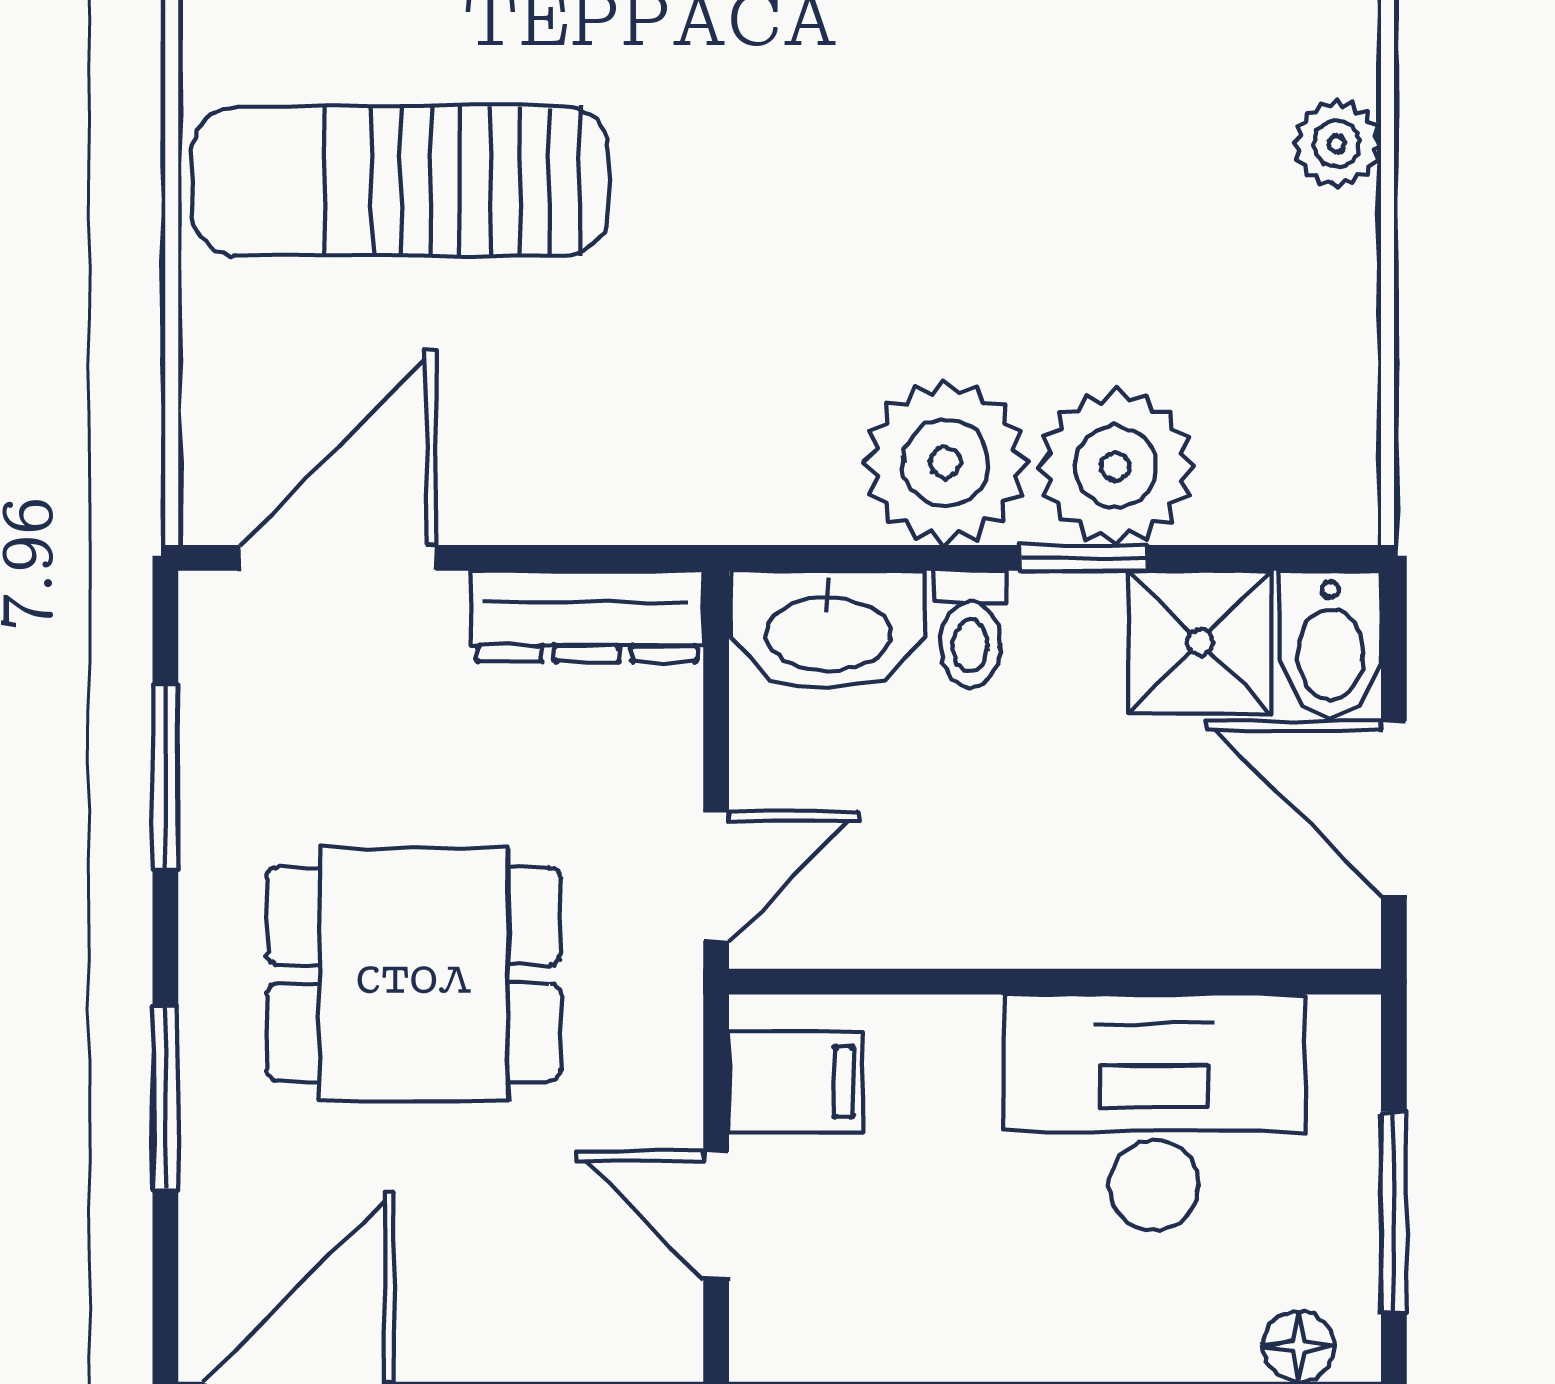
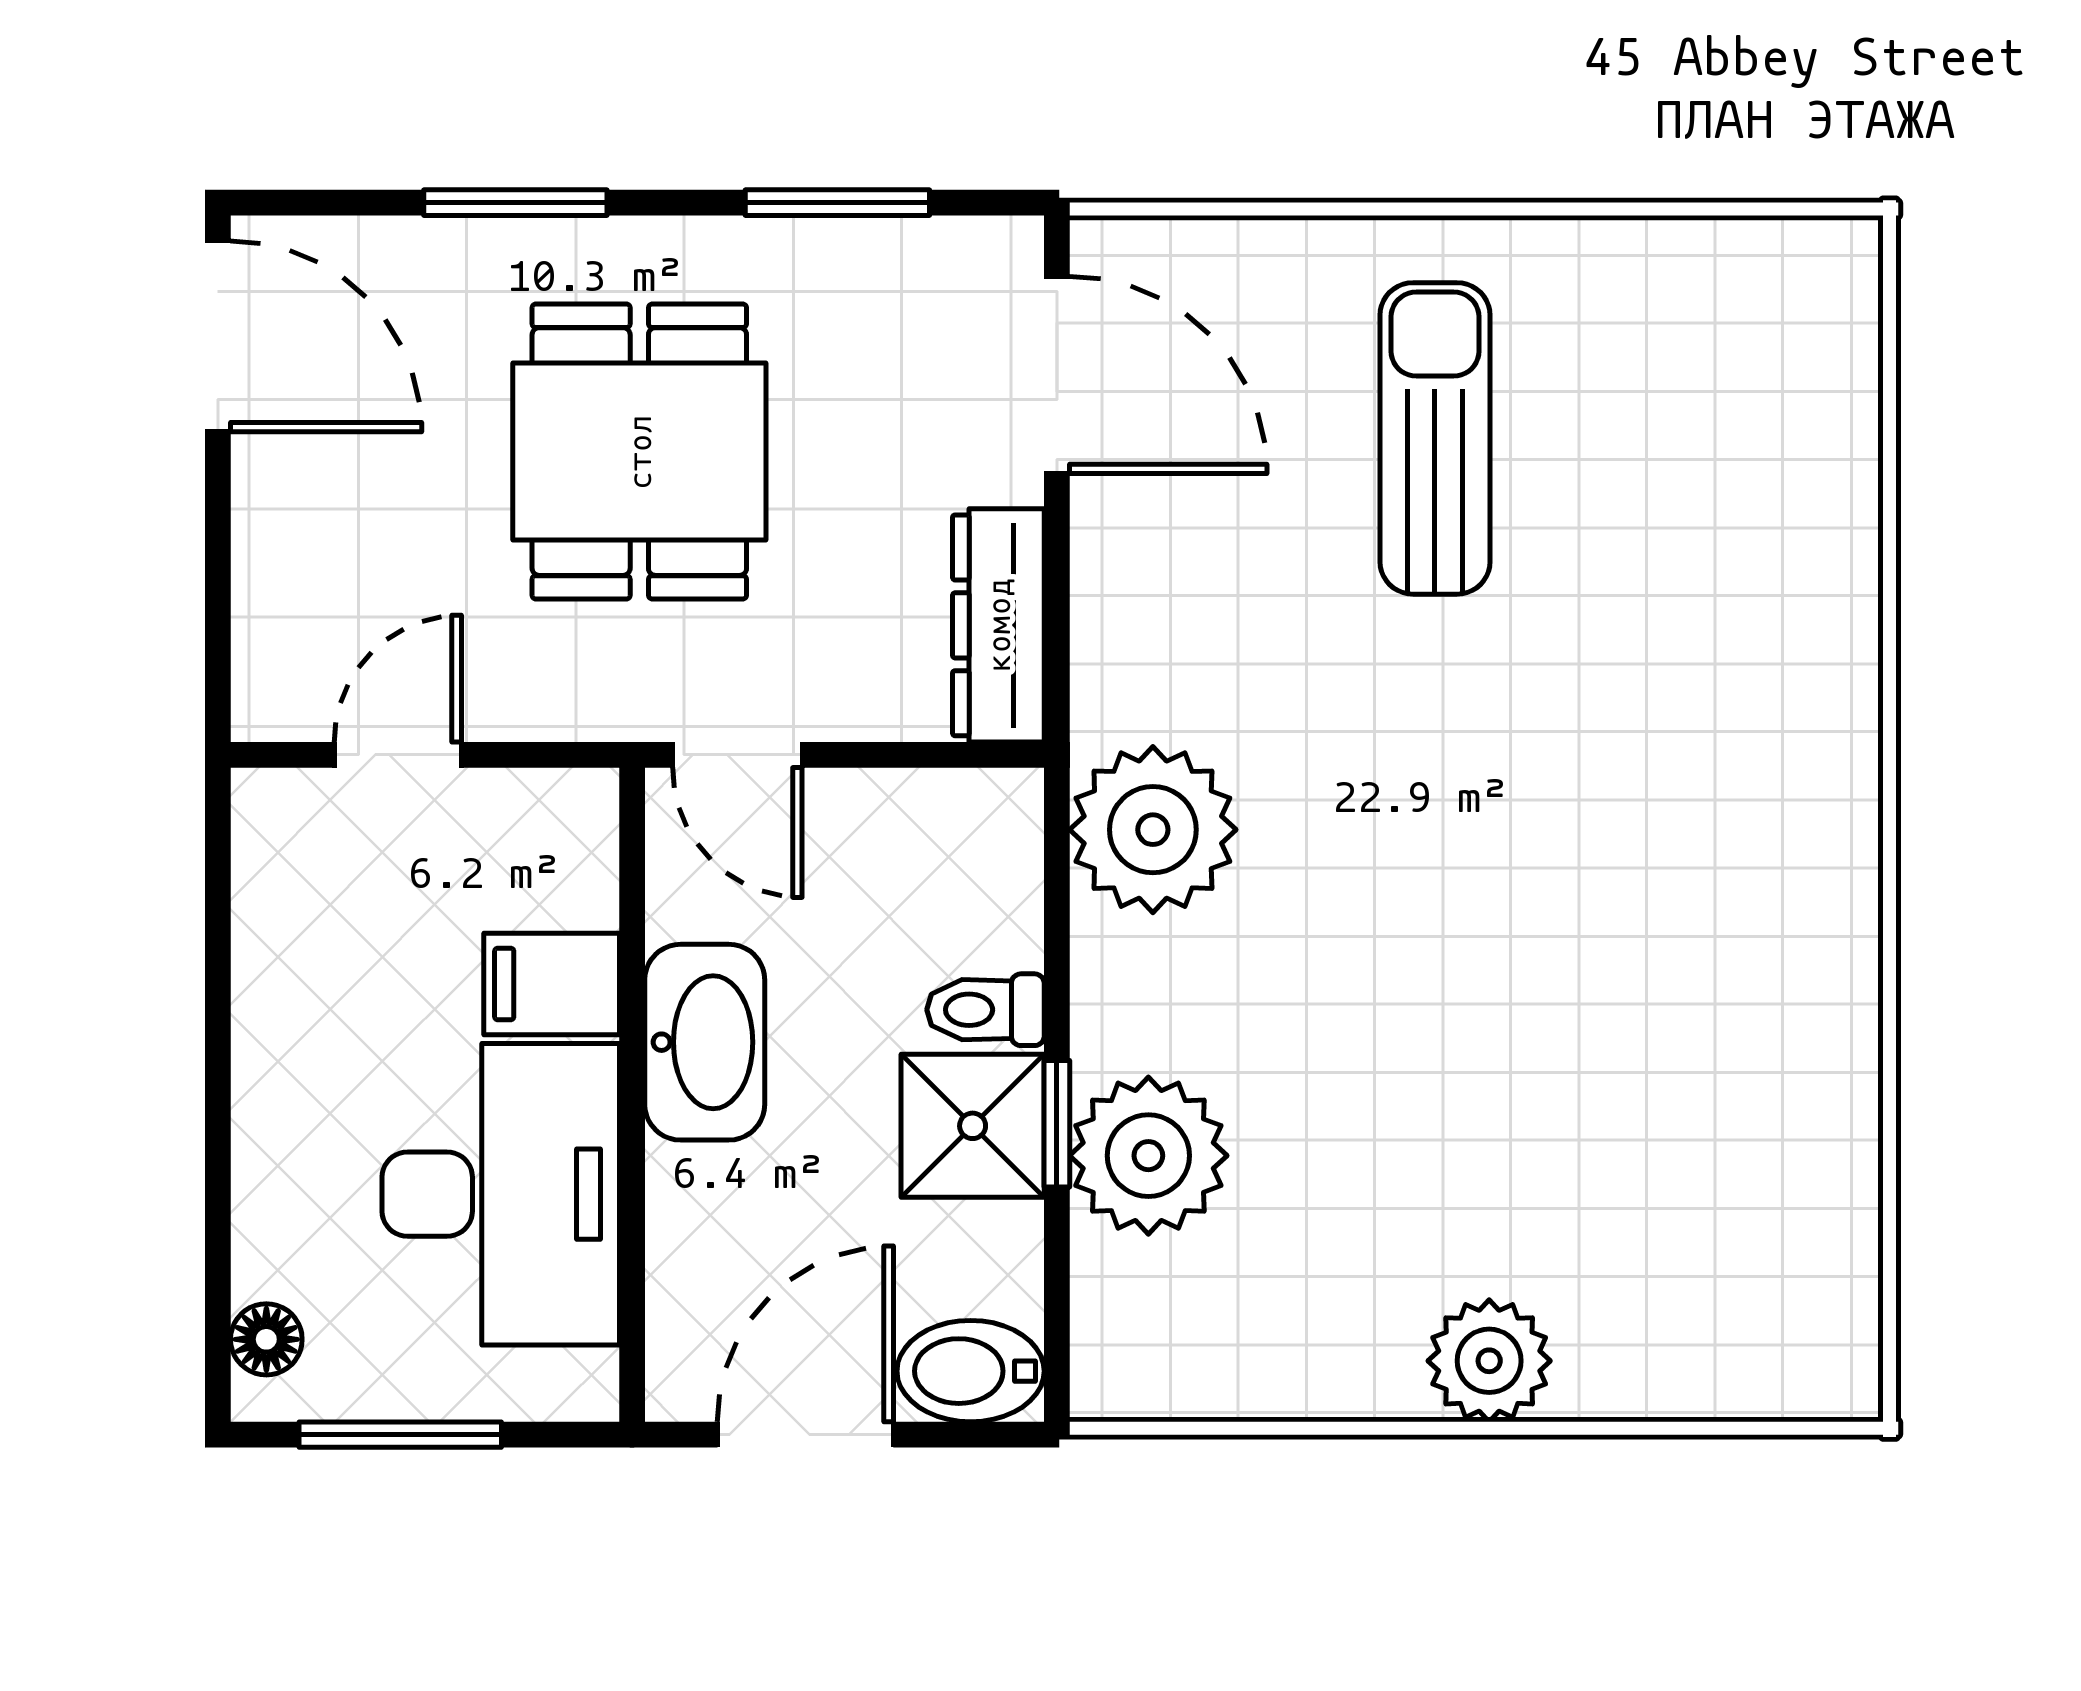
plant: (1337, 144) -> (1489, 1361), width x1.38, depth x1.38
sun lounger: (401, 181) -> (1435, 438), width x0.73, depth x0.75
plant: (946, 462) -> (1153, 830), moved
washbasin: (828, 630) -> (705, 1042), moved, turned 180
shower: (1200, 642) -> (973, 1126), moved
filing cabinet: (796, 1082) -> (552, 984), moved, turned 90

